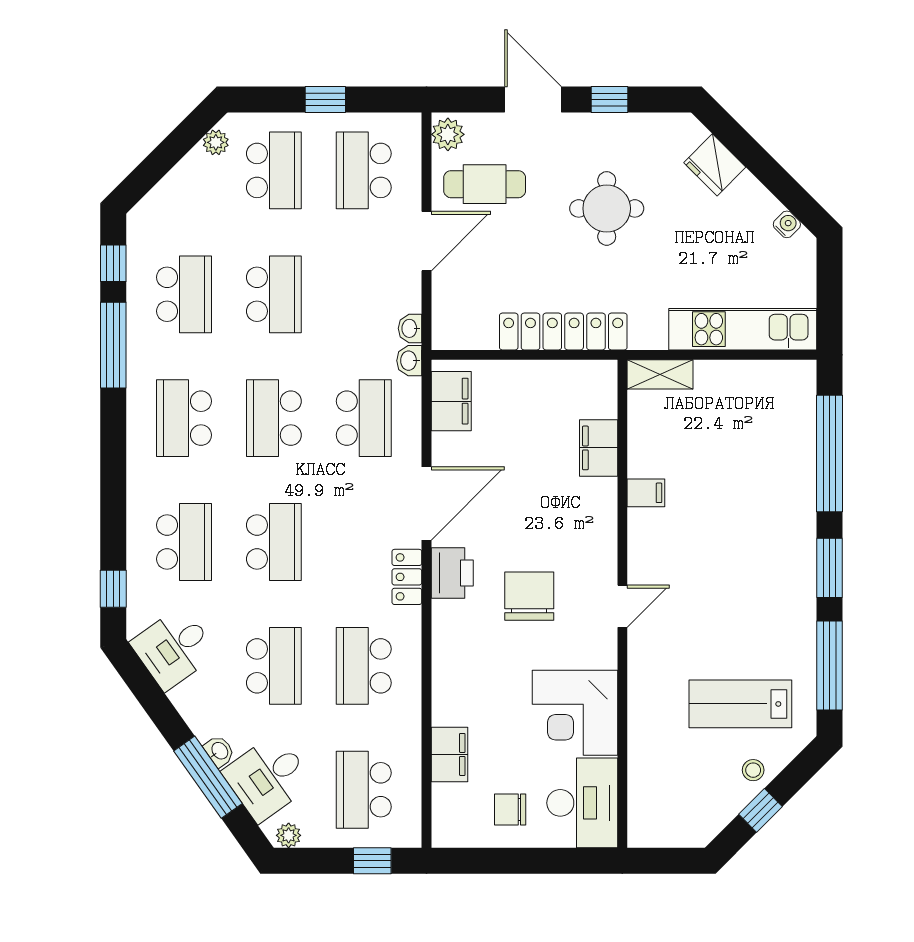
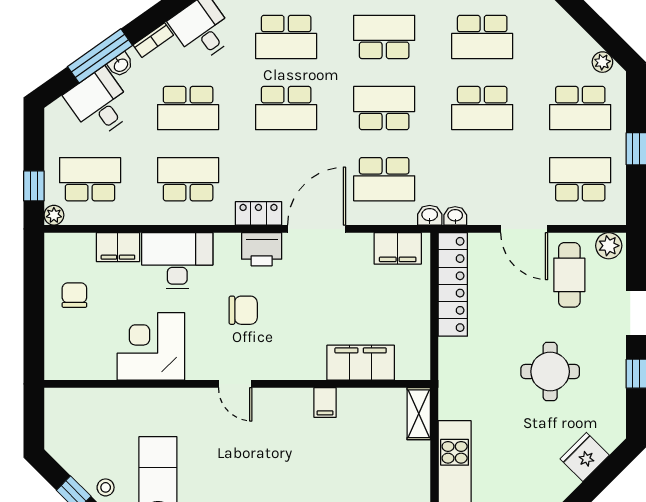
locker: (563, 331) -> (453, 284), moved
filing cabinet: (599, 448) -> (361, 363), width x1.50, depth x1.17
door: (426, 504) -> (317, 229), swing flipped
chair: (529, 596) -> (243, 310), width x0.73, depth x0.73
bookcase: (188, 710) -> (153, 40), added
desk: (582, 803) -> (177, 261), moved, turned 180
plant: (289, 835) -> (54, 215), moved

